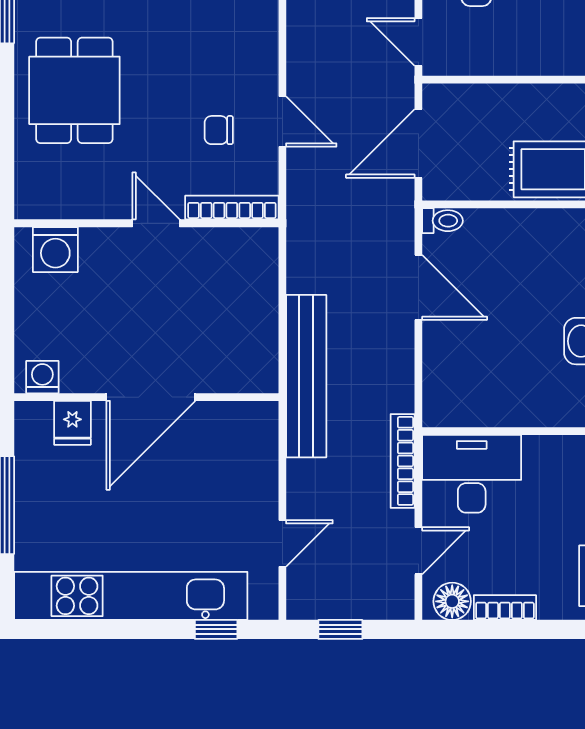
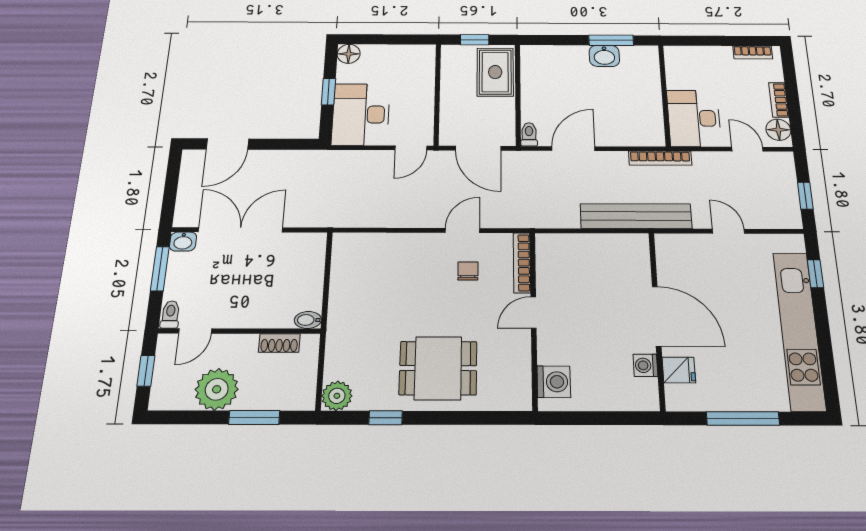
chair: (219, 130) -> (468, 271), turned 180
washing machine: (42, 377) -> (645, 365), moved
bookcase: (403, 461) -> (660, 158), moved
door: (282, 543) -> (728, 231), moved

